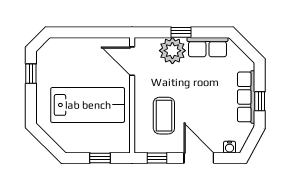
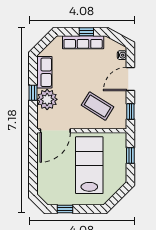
door: (132, 61) -> (55, 131), width x1.36
coffee table: (164, 116) -> (97, 106), turned 32

